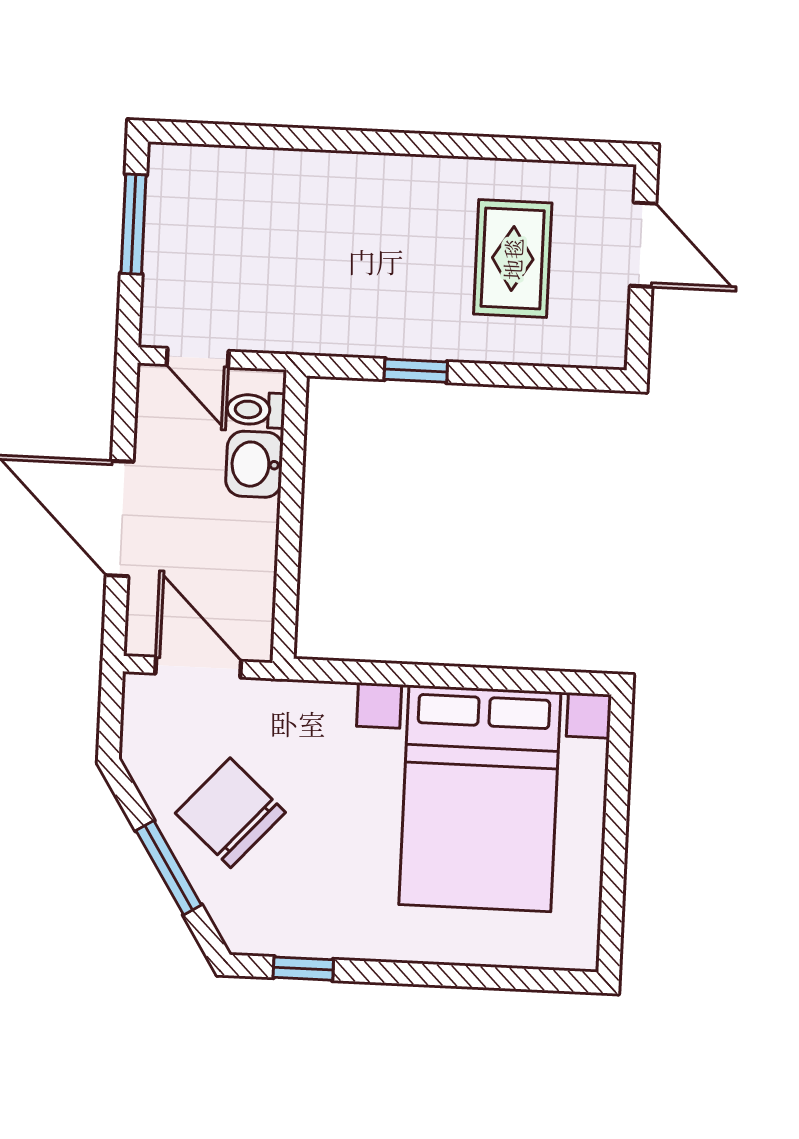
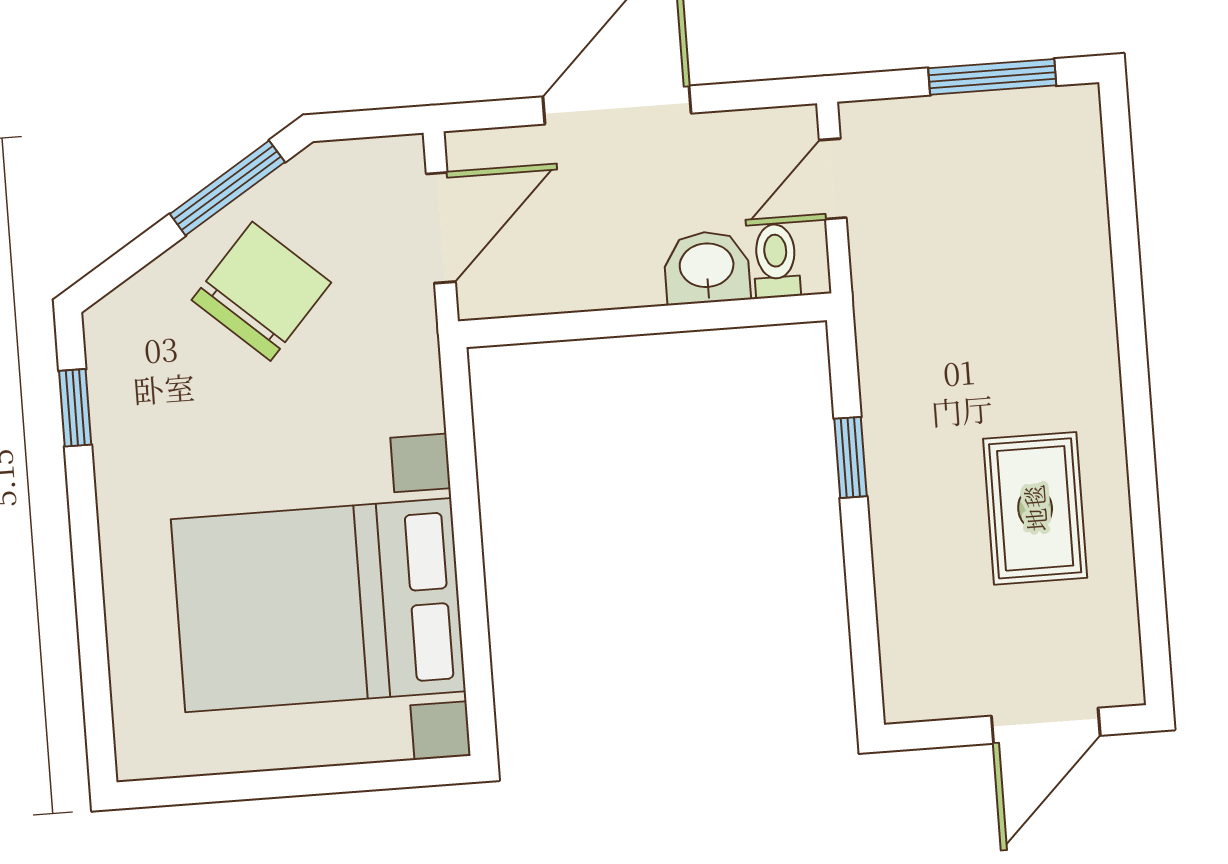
rug: (513, 259) -> (1035, 508), moved, turned 90
window: (169, 868) -> (227, 188), moved

